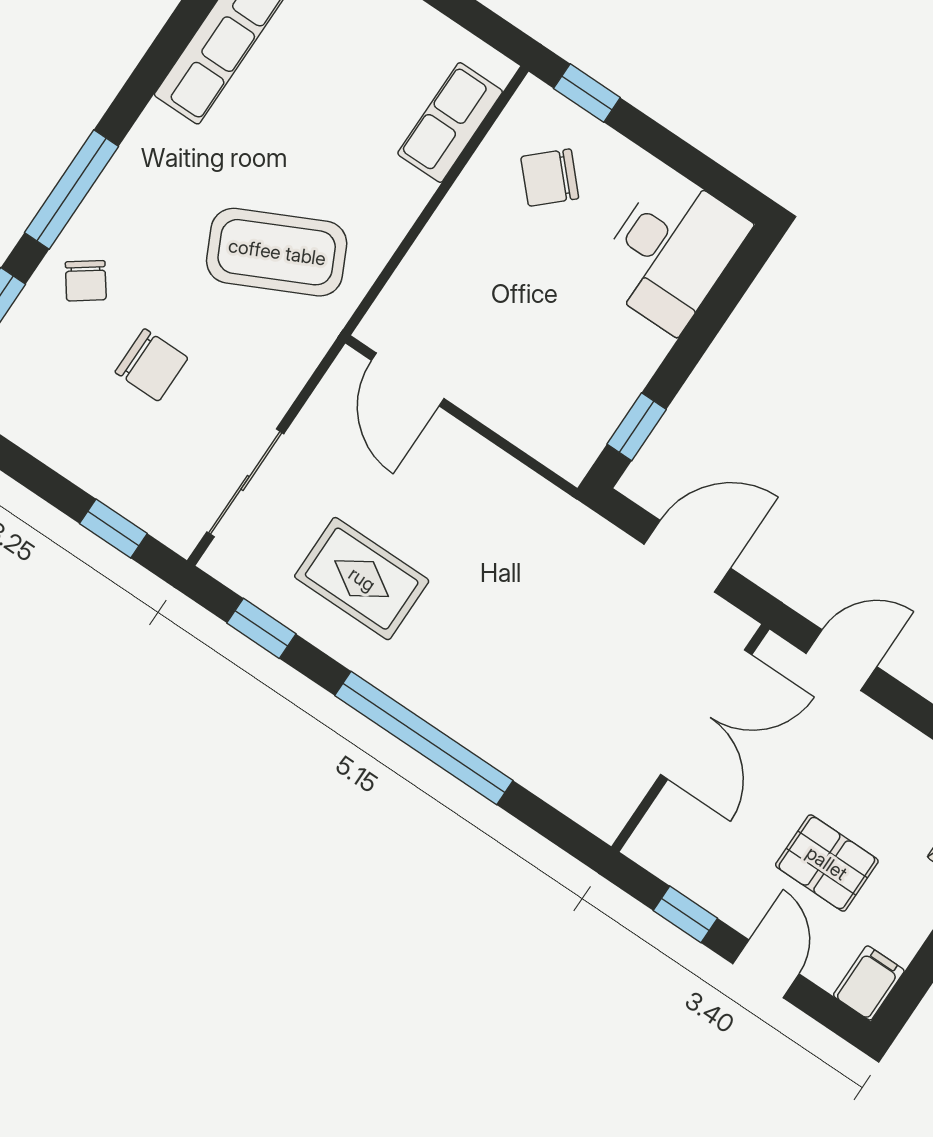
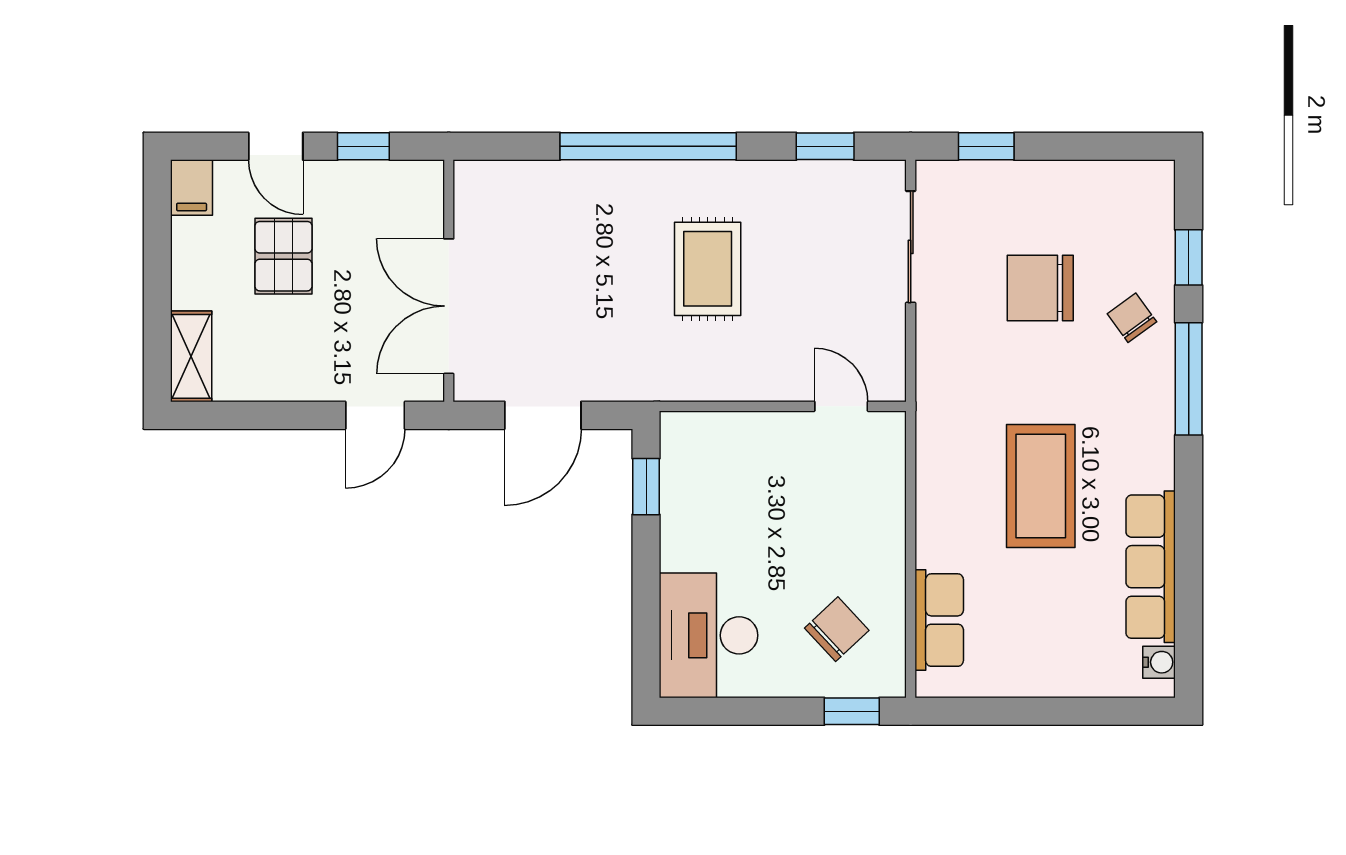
coffee table: (277, 252) -> (1041, 486), moved, turned -64
chair: (151, 365) -> (1040, 288), width x1.37, depth x1.37
door: (408, 380) -> (841, 406), width x0.73
rug: (362, 579) -> (708, 269), moved, turned 90
pallet: (827, 863) -> (283, 256), turned 90

